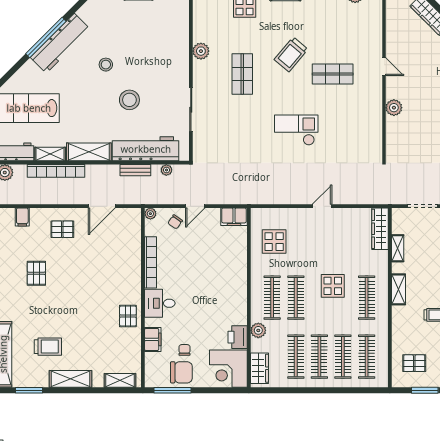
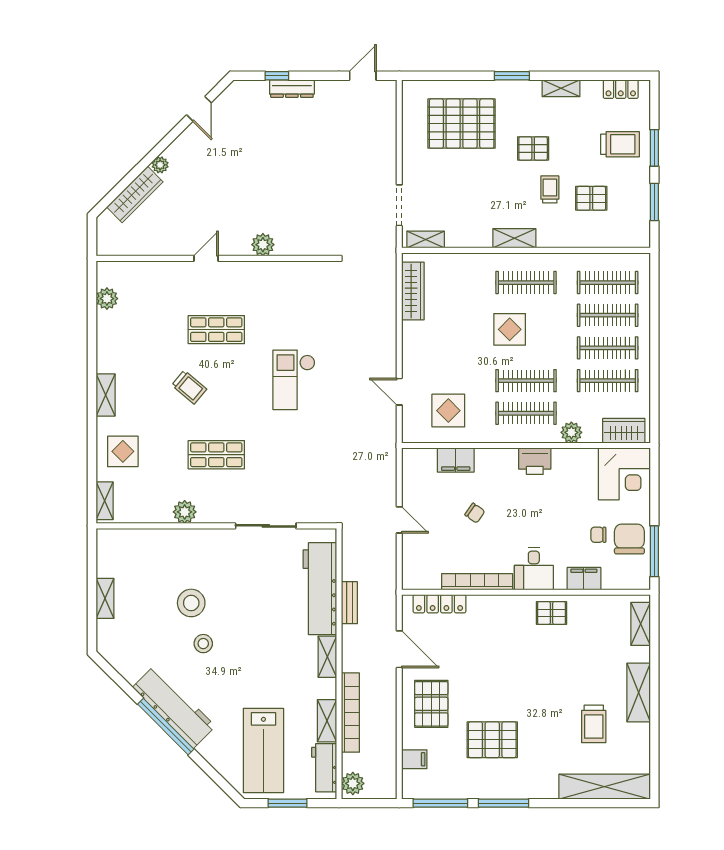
trolley: (291, 54) -> (189, 387), width x0.73, depth x0.72
shop shelf: (333, 74) -> (216, 330), turned 90
stool: (129, 100) -> (191, 603), moved
shelving: (89, 152) -> (327, 657), width x0.67, depth x0.75
plant: (166, 170) -> (349, 560), removed
door: (322, 206) -> (399, 392), moved
plant: (150, 214) -> (410, 582), removed
filing cabinet: (234, 217) -> (456, 460), moved, turned 90
chair: (175, 222) -> (475, 513), moved
pallet: (62, 229) -> (431, 704), width x1.50, depth x1.42
wardrobe: (380, 229) -> (413, 291), moved, turned -90
locker: (135, 235) -> (440, 604), added
shelving: (398, 248) -> (426, 240), moved
pallet: (36, 273) -> (492, 740), width x1.50, depth x1.42
printer: (238, 337) -> (535, 461), moved
trolley: (48, 347) -> (594, 724), turned 180
pallet: (414, 363) -> (591, 198), moved, turned 90
window: (29, 390) -> (654, 750), removed

